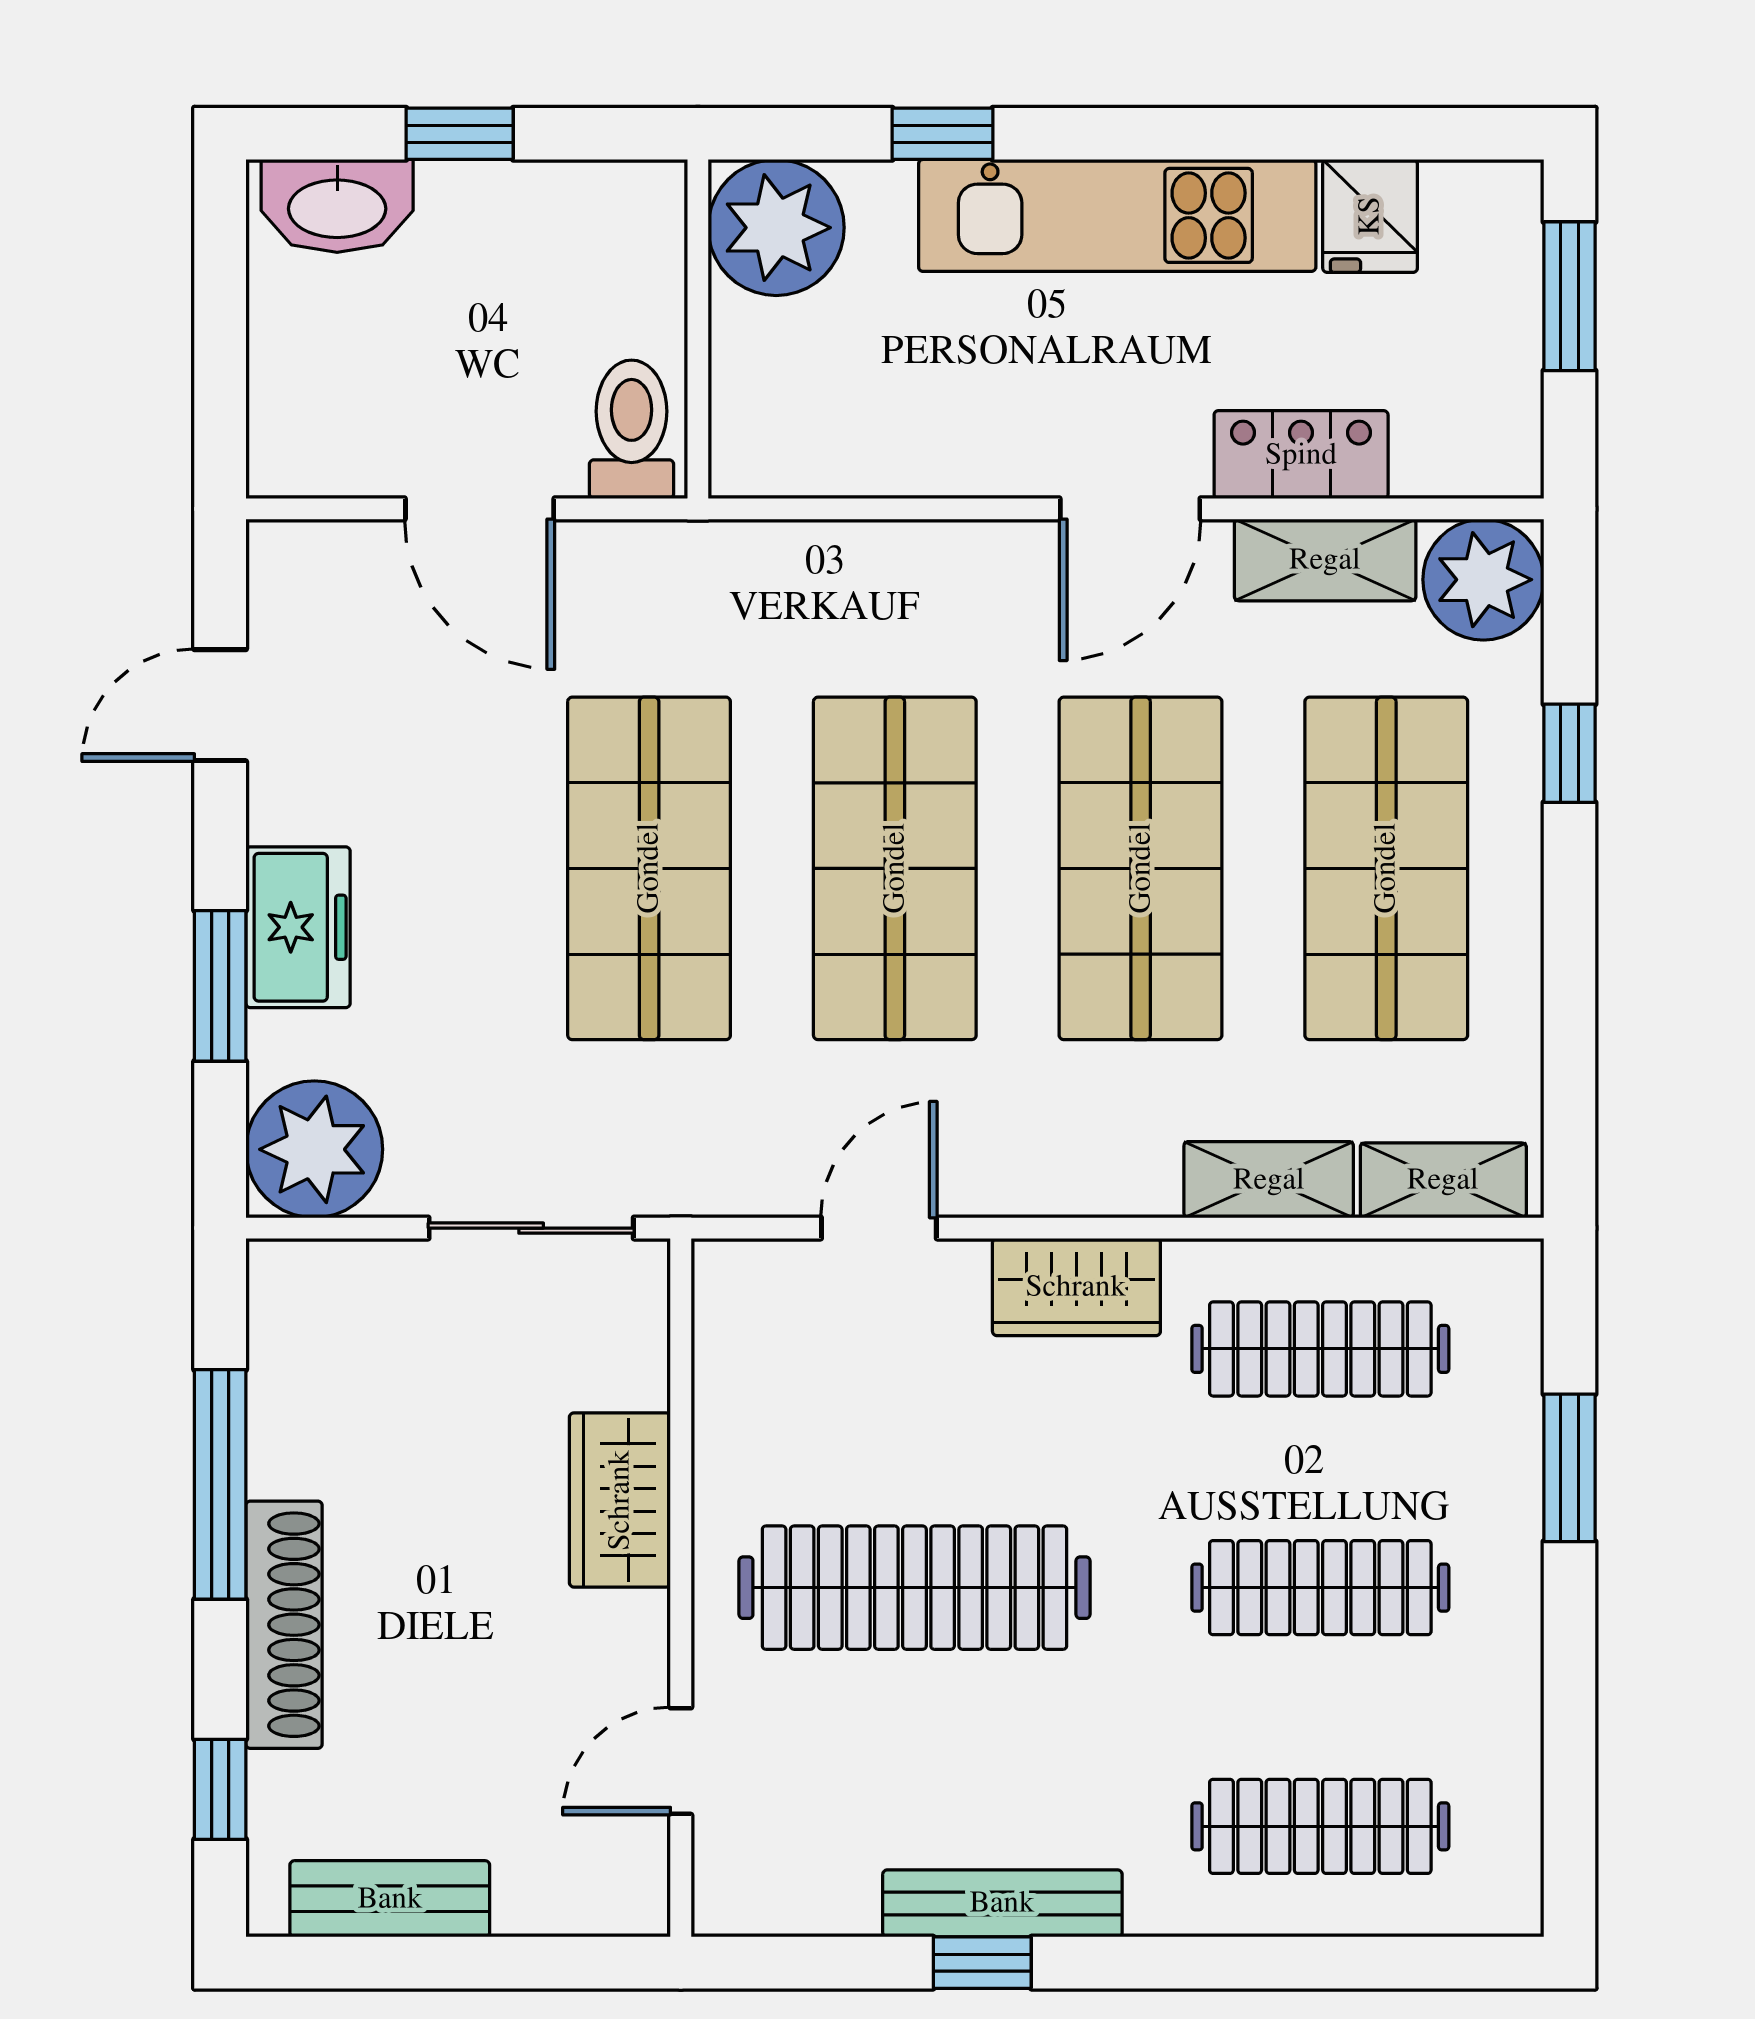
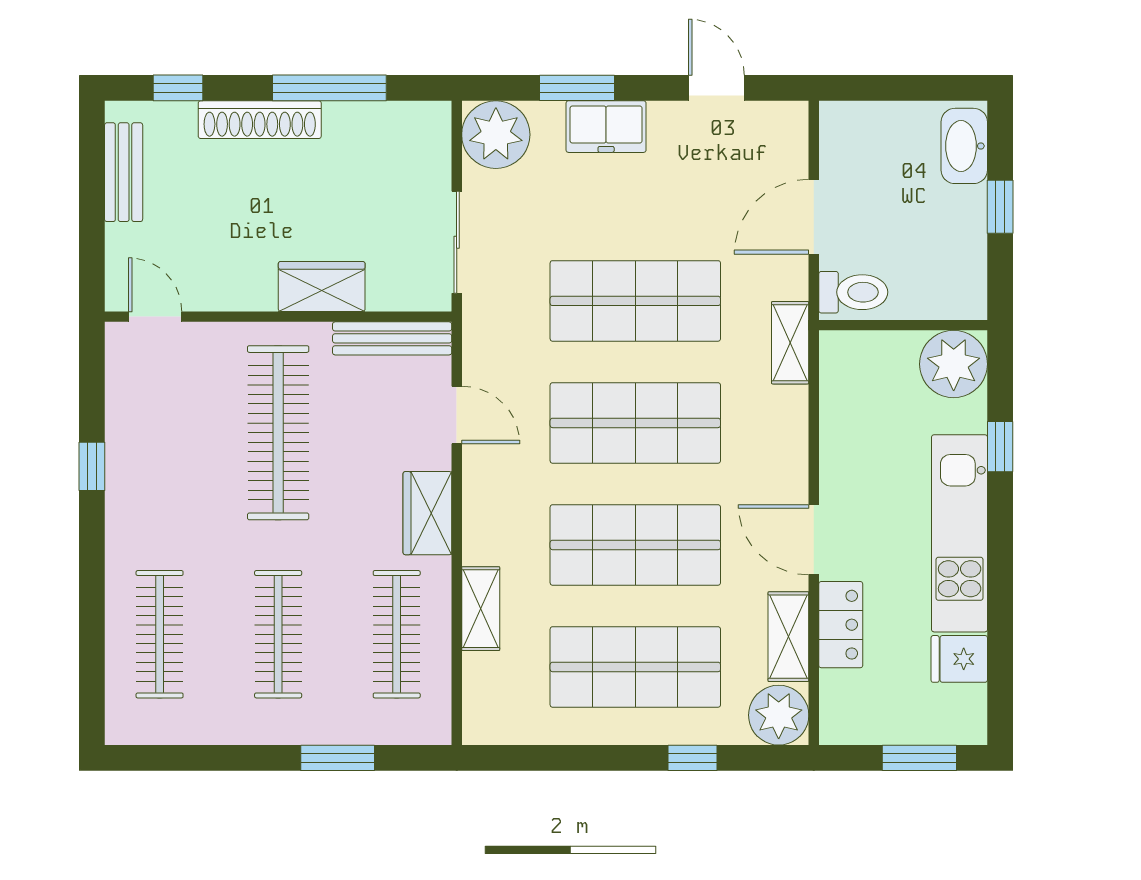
shelving: (1443, 1180) -> (790, 343), moved
door: (681, 1761) -> (155, 317), moved
bench: (1002, 1903) -> (392, 338), moved, turned 90

